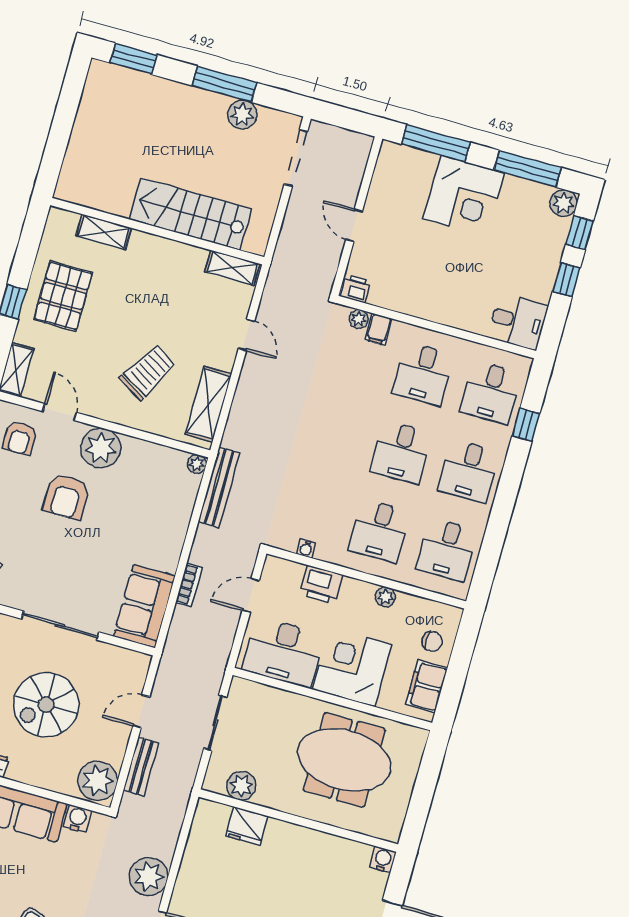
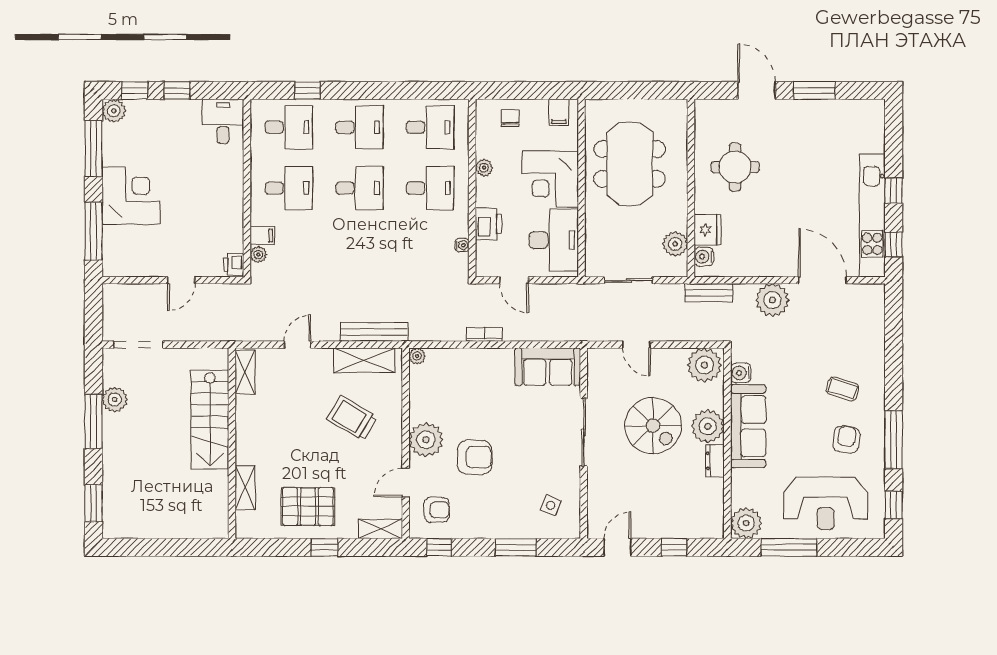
bench: (219, 487) -> (374, 332), moved
bookcase: (189, 585) -> (485, 334), moved
filing cabinet: (427, 686) -> (559, 112), width x0.50
plant: (28, 765) -> (708, 426), added
bench: (141, 766) -> (709, 293), moved
water cooler: (383, 859) -> (704, 257), moved
round table: (308, 876) -> (735, 167), added

